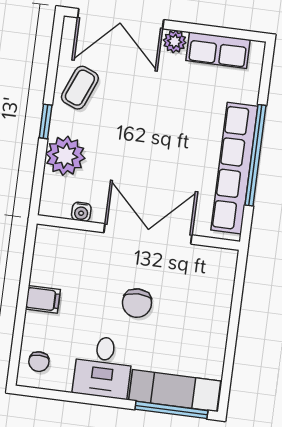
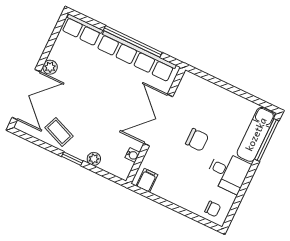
row of seats: (218, 50) -> (82, 30), moved, turned 90
plant: (65, 156) -> (94, 159), width x0.53, depth x0.53
filing cabinet: (43, 299) -> (147, 180), moved

